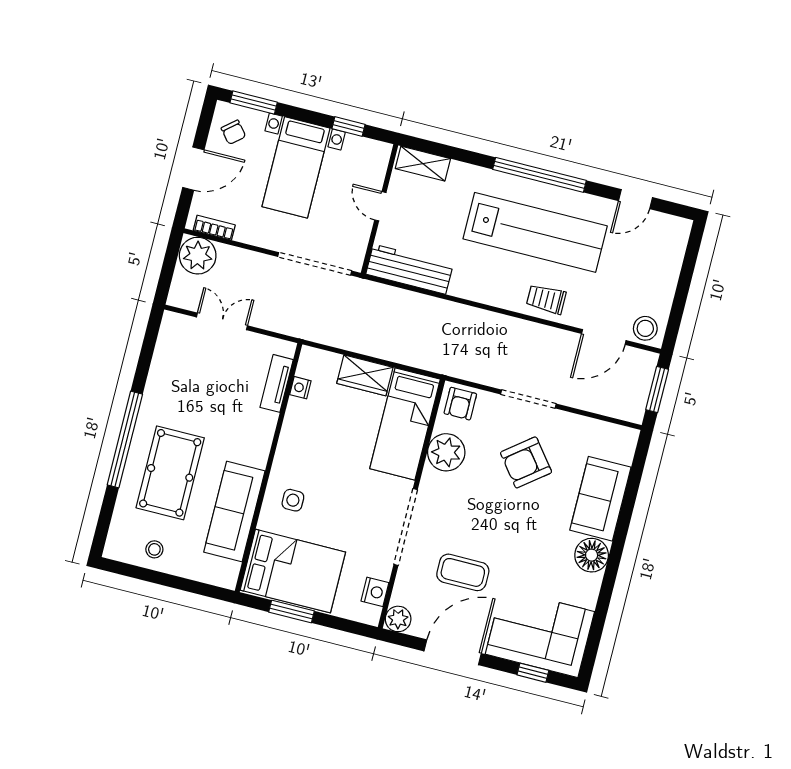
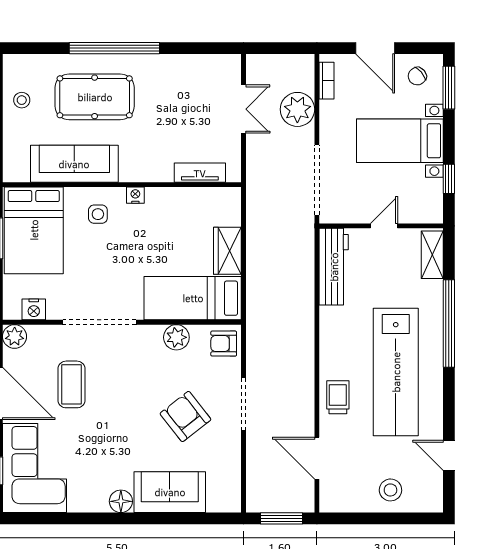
window: (539, 175) -> (449, 323), moved
plant: (198, 256) -> (297, 109), moved
stool: (645, 328) -> (390, 490), moved
nightstand: (300, 388) -> (135, 195), moved
plant: (446, 452) -> (176, 337), width x0.73, depth x0.73
floor lamp: (592, 555) -> (121, 501), width x0.73, depth x0.73

